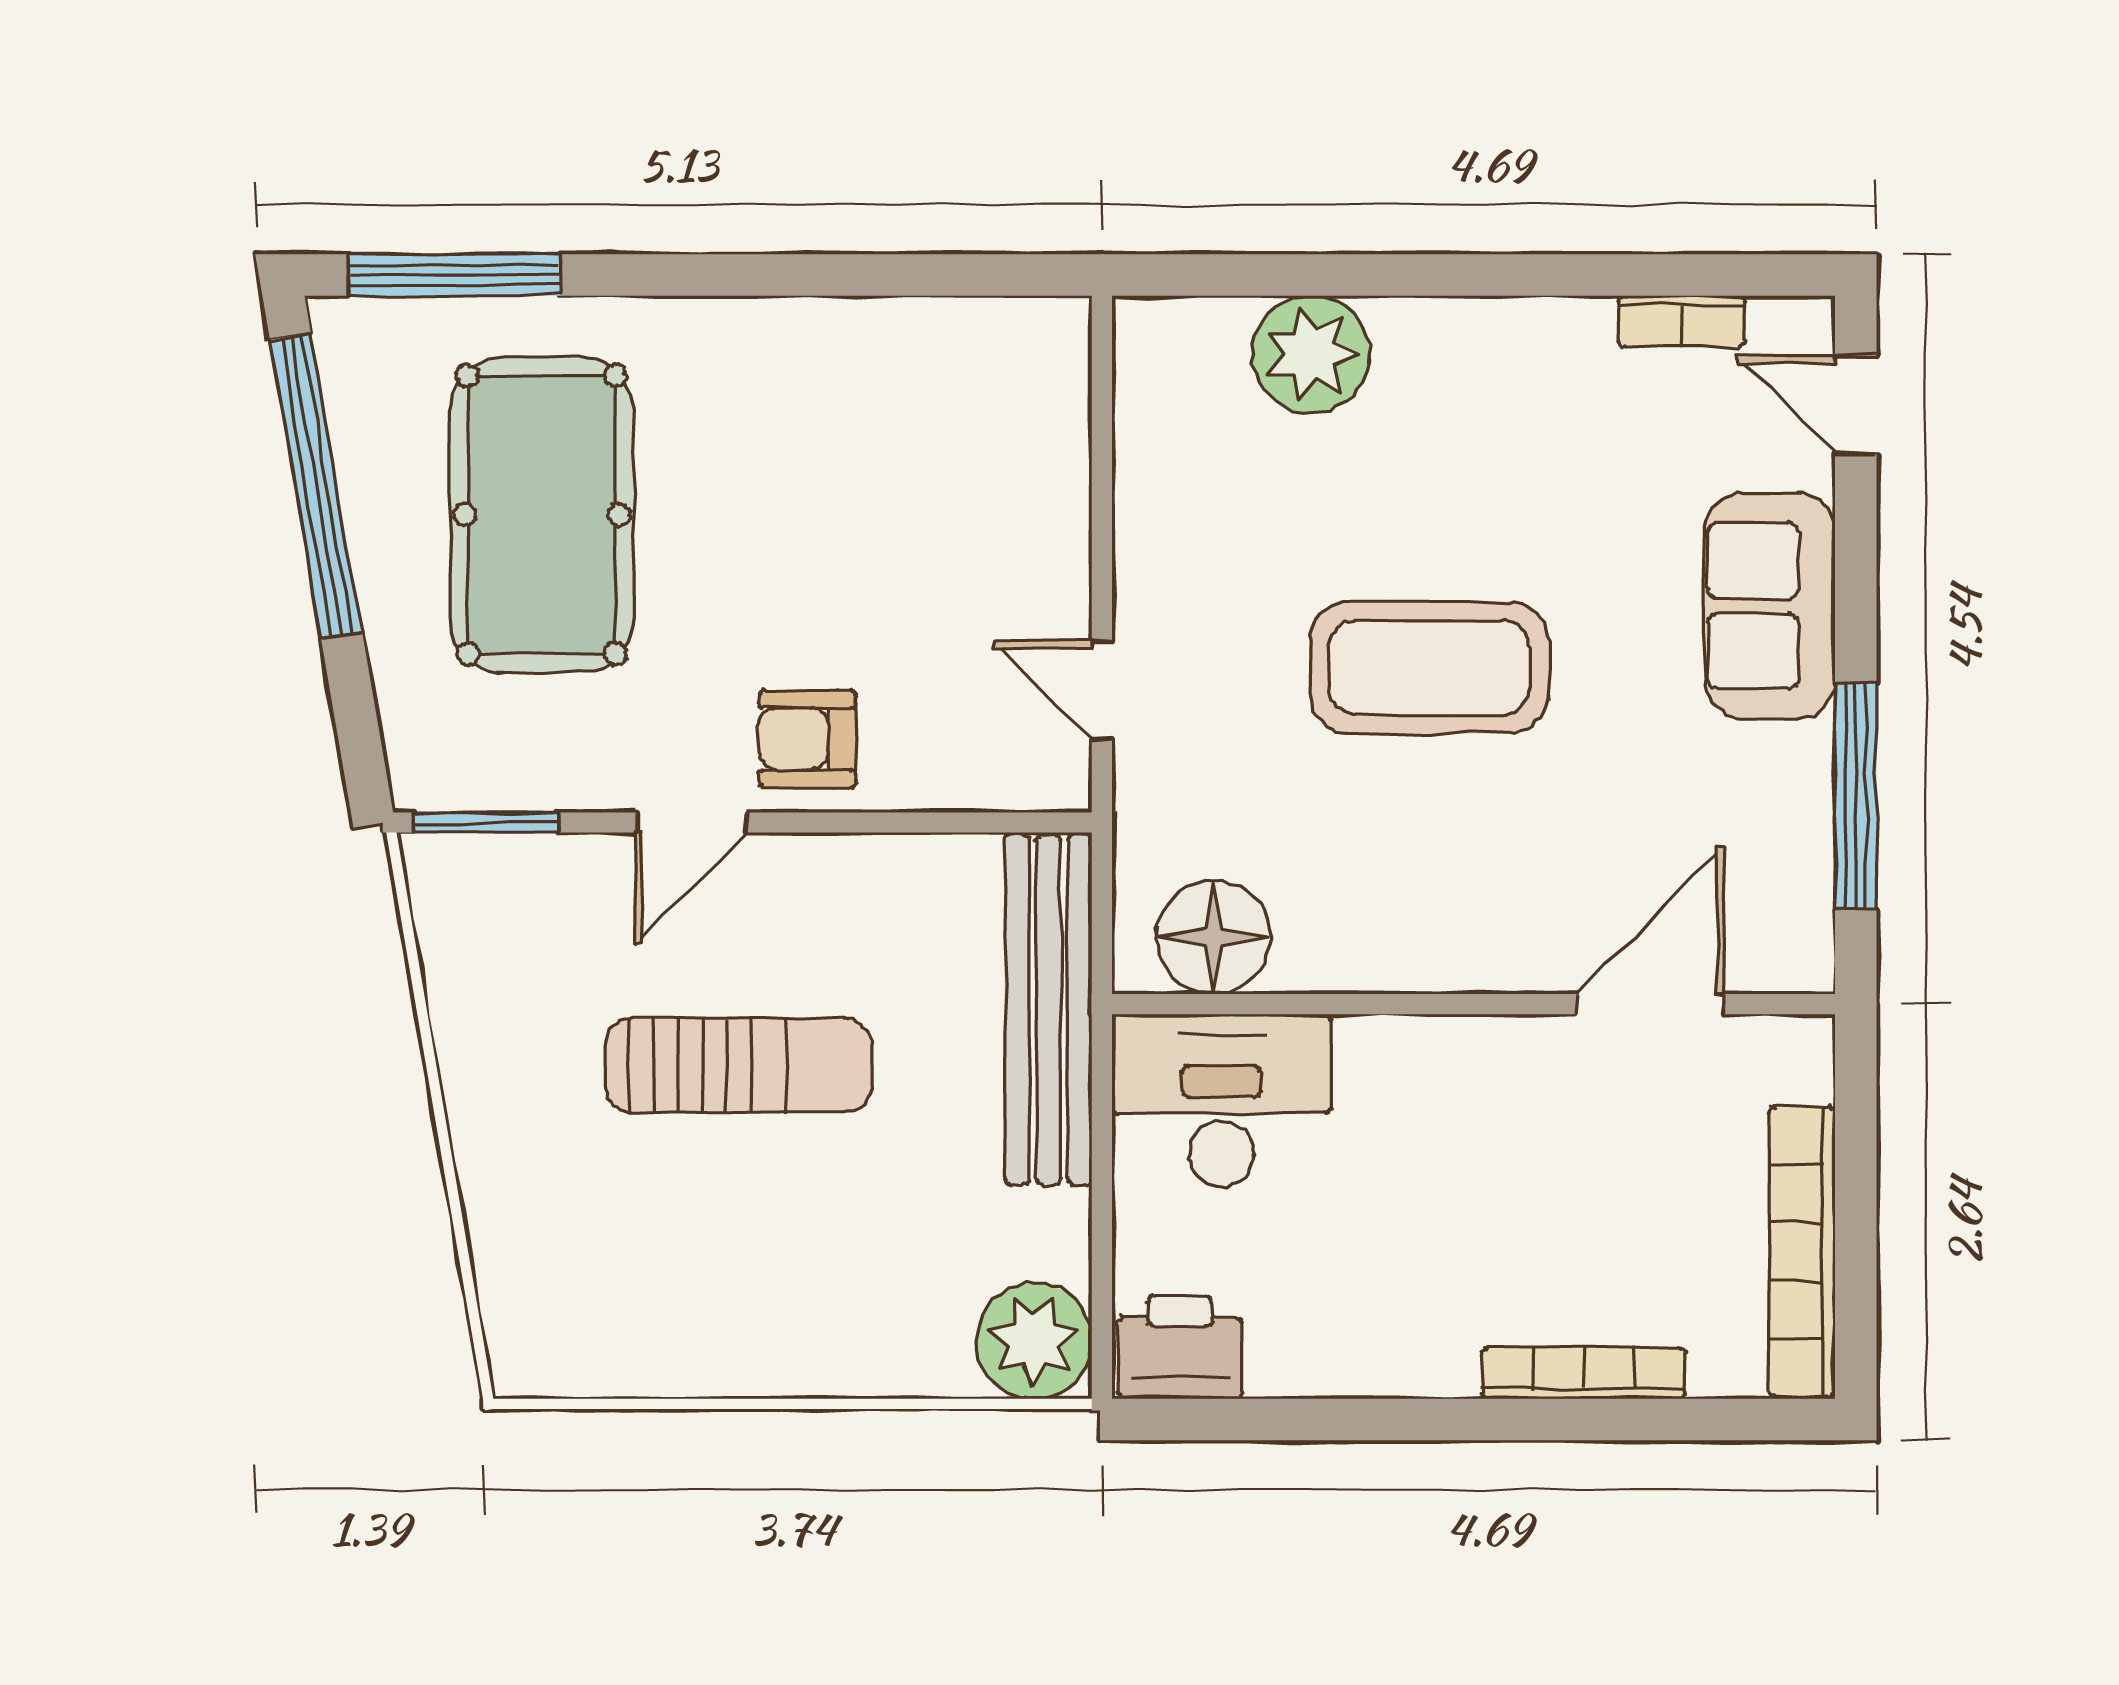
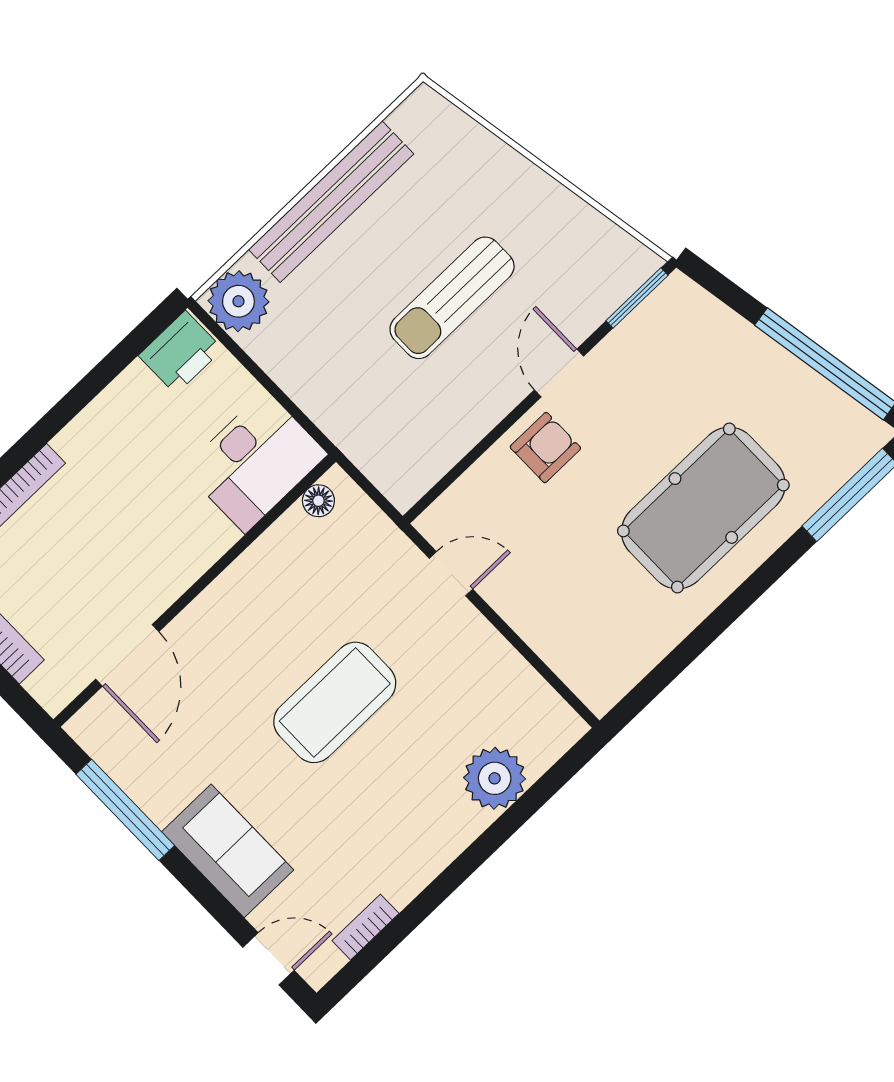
pool table: (542, 515) -> (703, 508), moved, turned 90
floor lamp: (1213, 937) -> (318, 501), width x0.53, depth x0.53
bench: (1048, 1010) -> (331, 202), moved, turned 90

